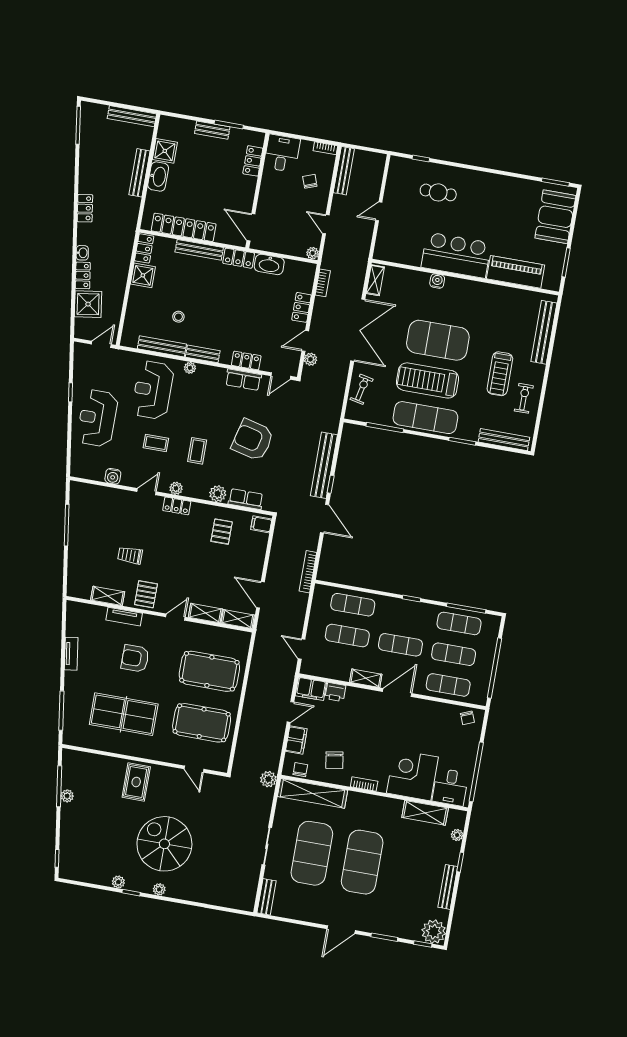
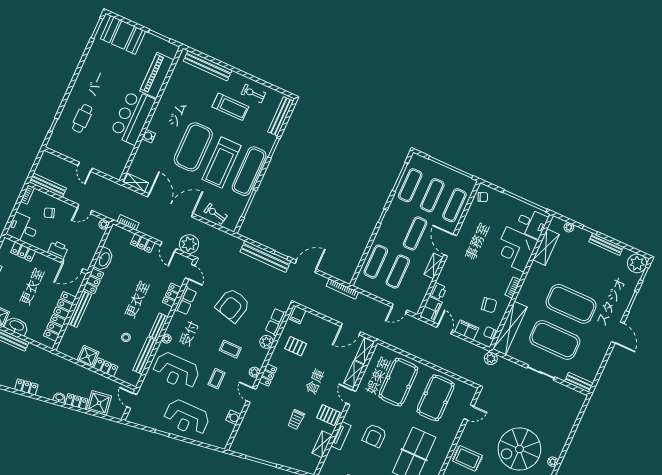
printer: (266, 204) -> (58, 250), added
locker: (144, 248) -> (106, 367), moved
plant: (311, 359) -> (189, 244), width x1.88, depth x1.88

